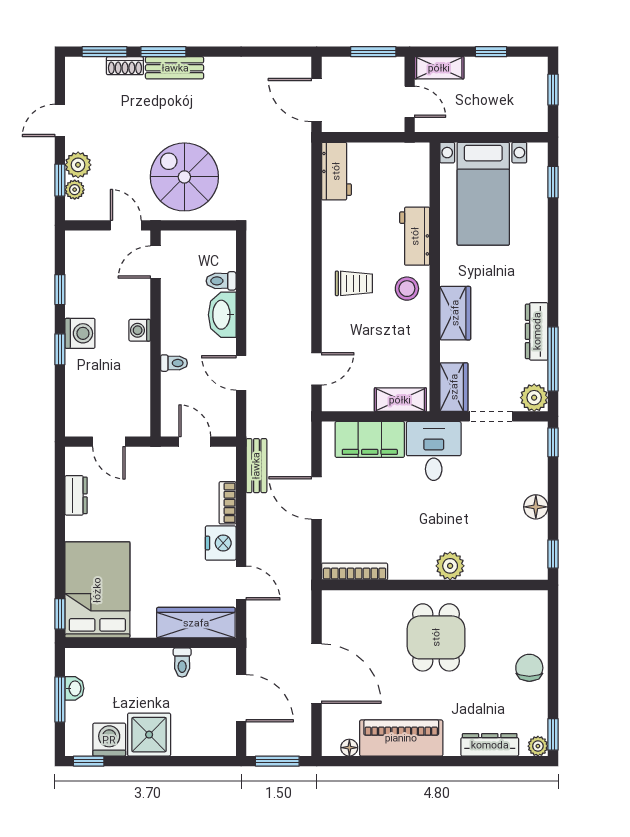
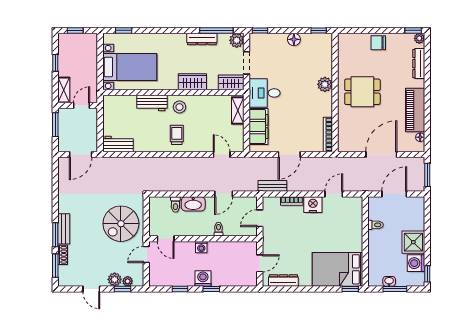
dresser: (76, 495) -> (283, 280), width x1.44
wardrobe: (196, 623) -> (355, 218), removed

